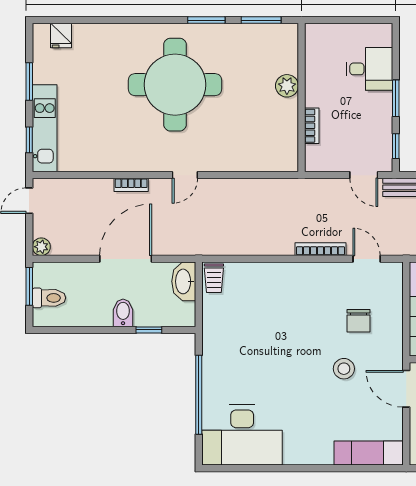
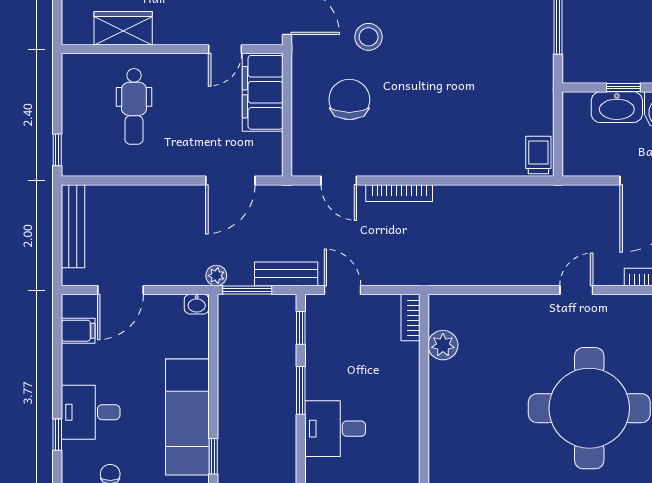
plant: (287, 86) -> (443, 345), moved
bookcase: (312, 126) -> (411, 318), moved
washbasin: (184, 281) -> (617, 107), moved, turned 90
chair: (359, 321) -> (349, 100), width x1.37, depth x1.37

